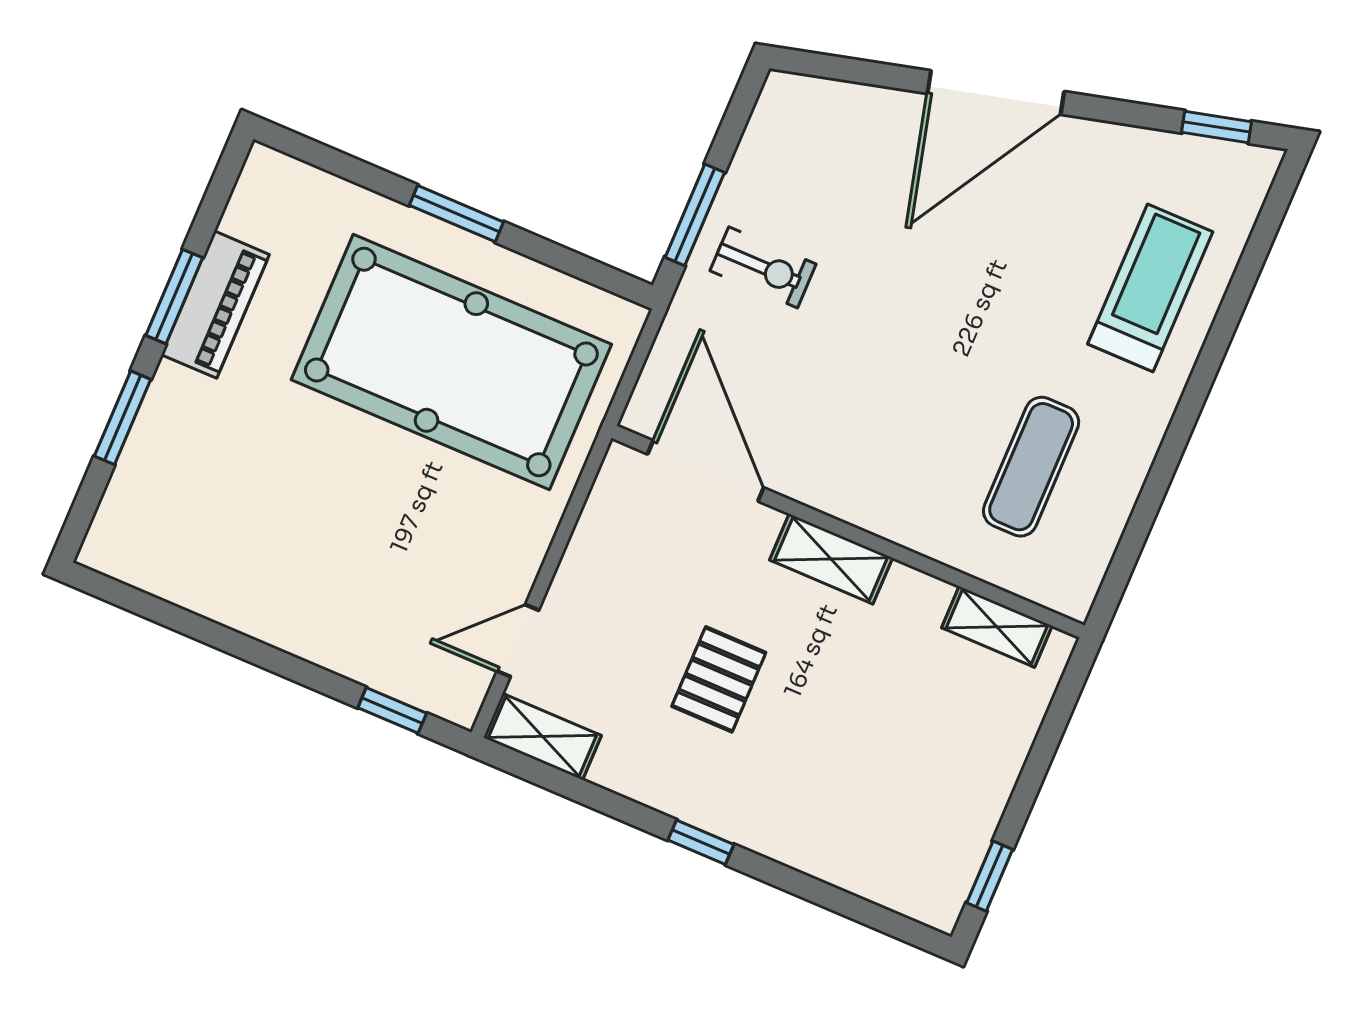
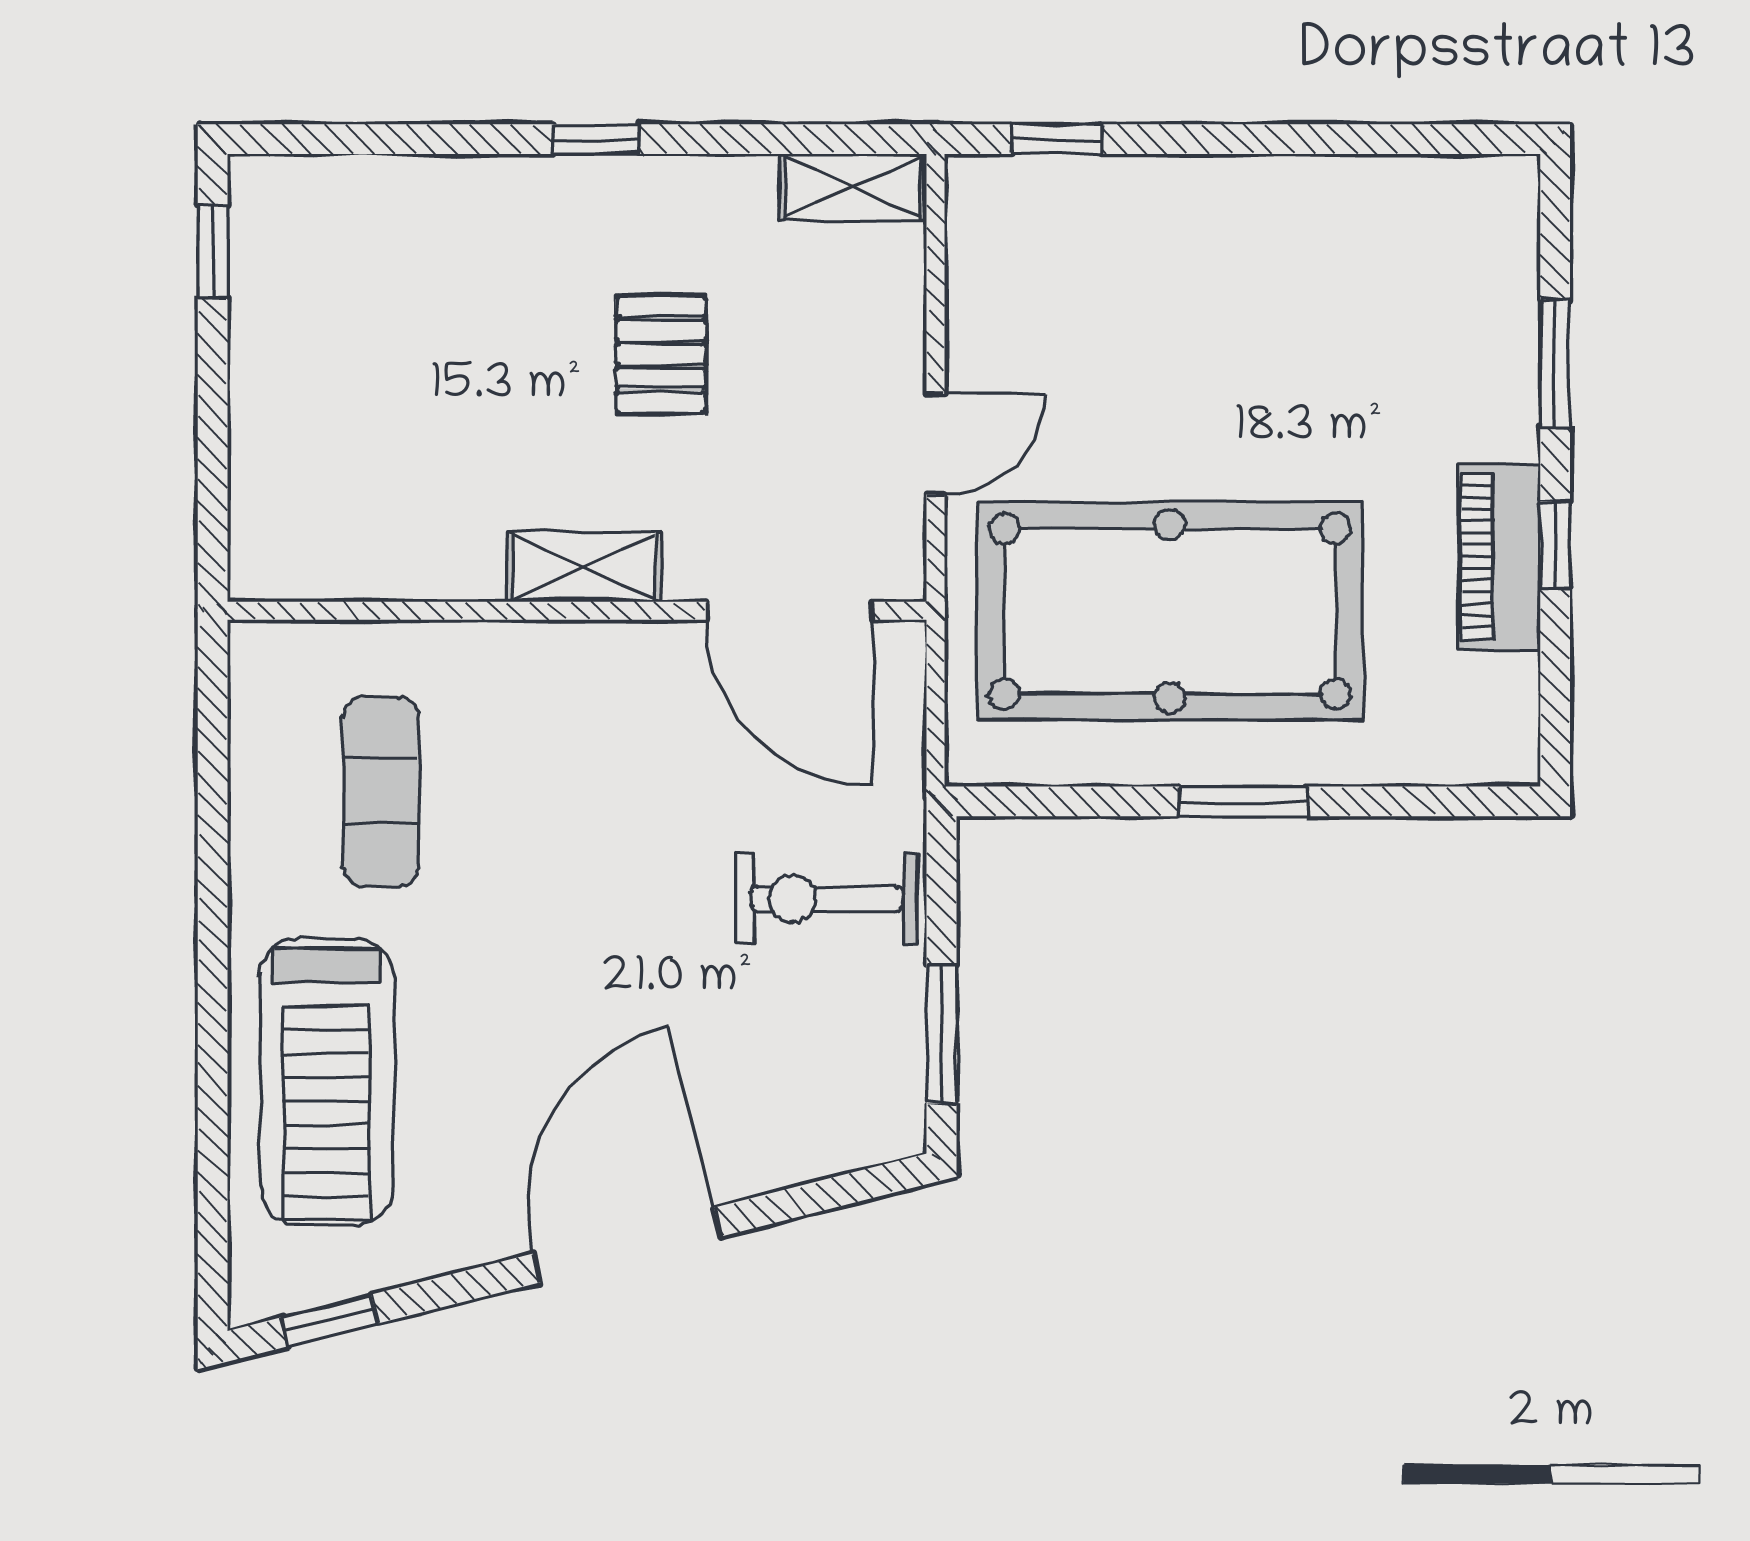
window: (695, 215) -> (942, 1034), moved
exercise bike: (763, 267) -> (827, 899), width x1.38, depth x1.39
treadmill: (1150, 288) -> (327, 1081), width x1.37, depth x1.38
window: (174, 297) -> (1555, 544), width x0.67
shelving: (997, 627) -> (338, 571), removed
door: (518, 641) -> (936, 444), moved

